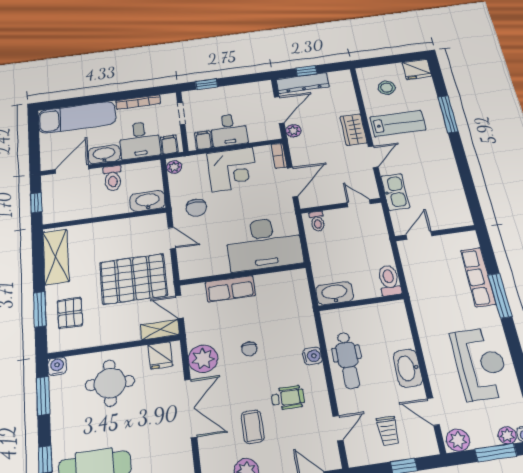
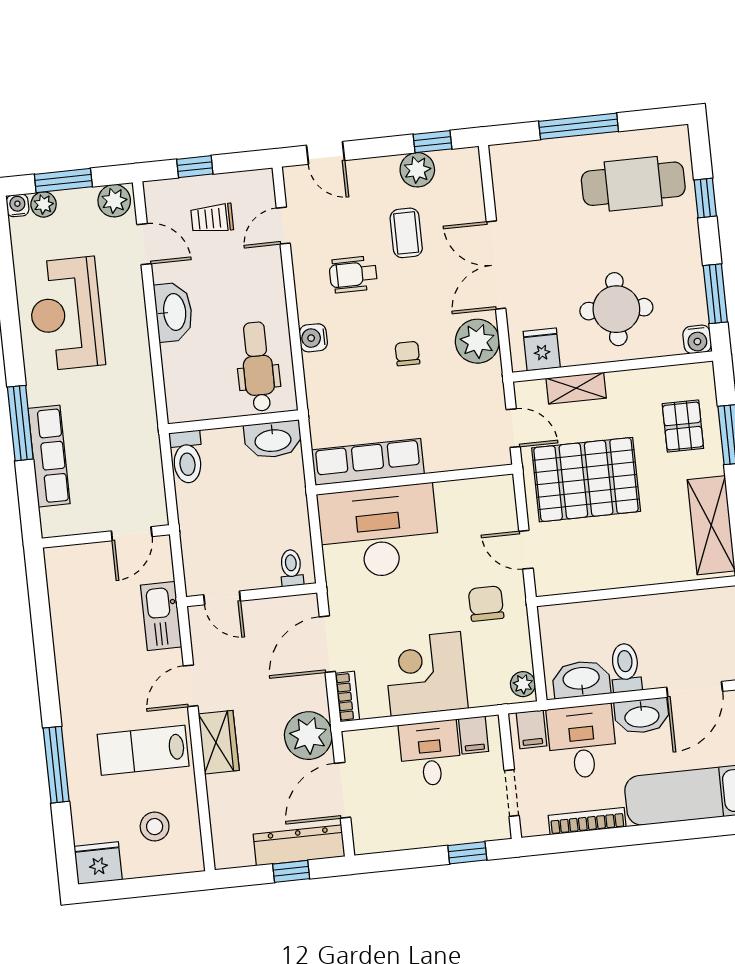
plant: (293, 131) -> (308, 736), width x1.87, depth x1.87
washbasin: (148, 201) -> (581, 679), moved, turned 180
row of seats: (230, 289) -> (368, 462), moved, width x1.48
shelving: (160, 330) -> (576, 388), moved
dental chair: (348, 360) -> (258, 367), moved
trolley: (388, 431) -> (212, 218), turned -90

